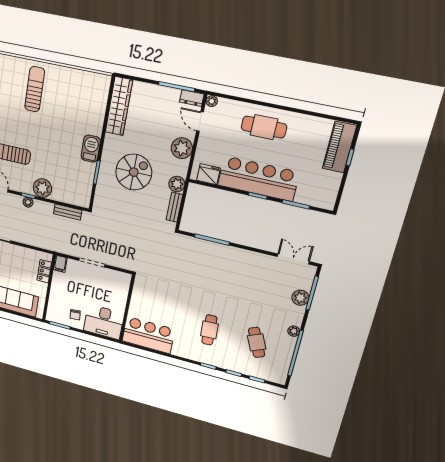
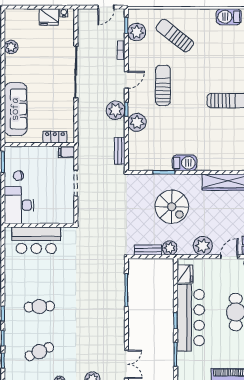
plant: (28, 202) -> (116, 110), width x1.88, depth x1.88
bar counter: (148, 335) -> (36, 240), moved, turned 90

